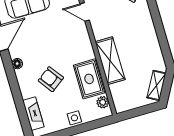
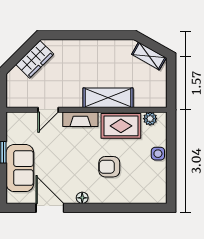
armchair: (51, 79) -> (109, 167), turned 36
fireplace: (33, 114) -> (80, 119), moved, turned 180

